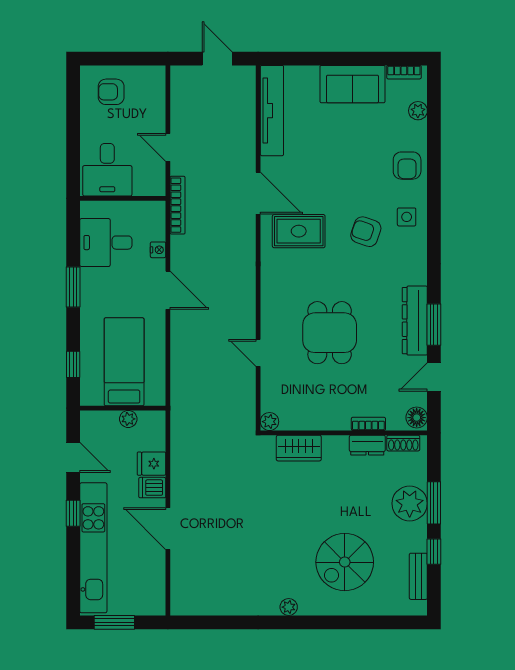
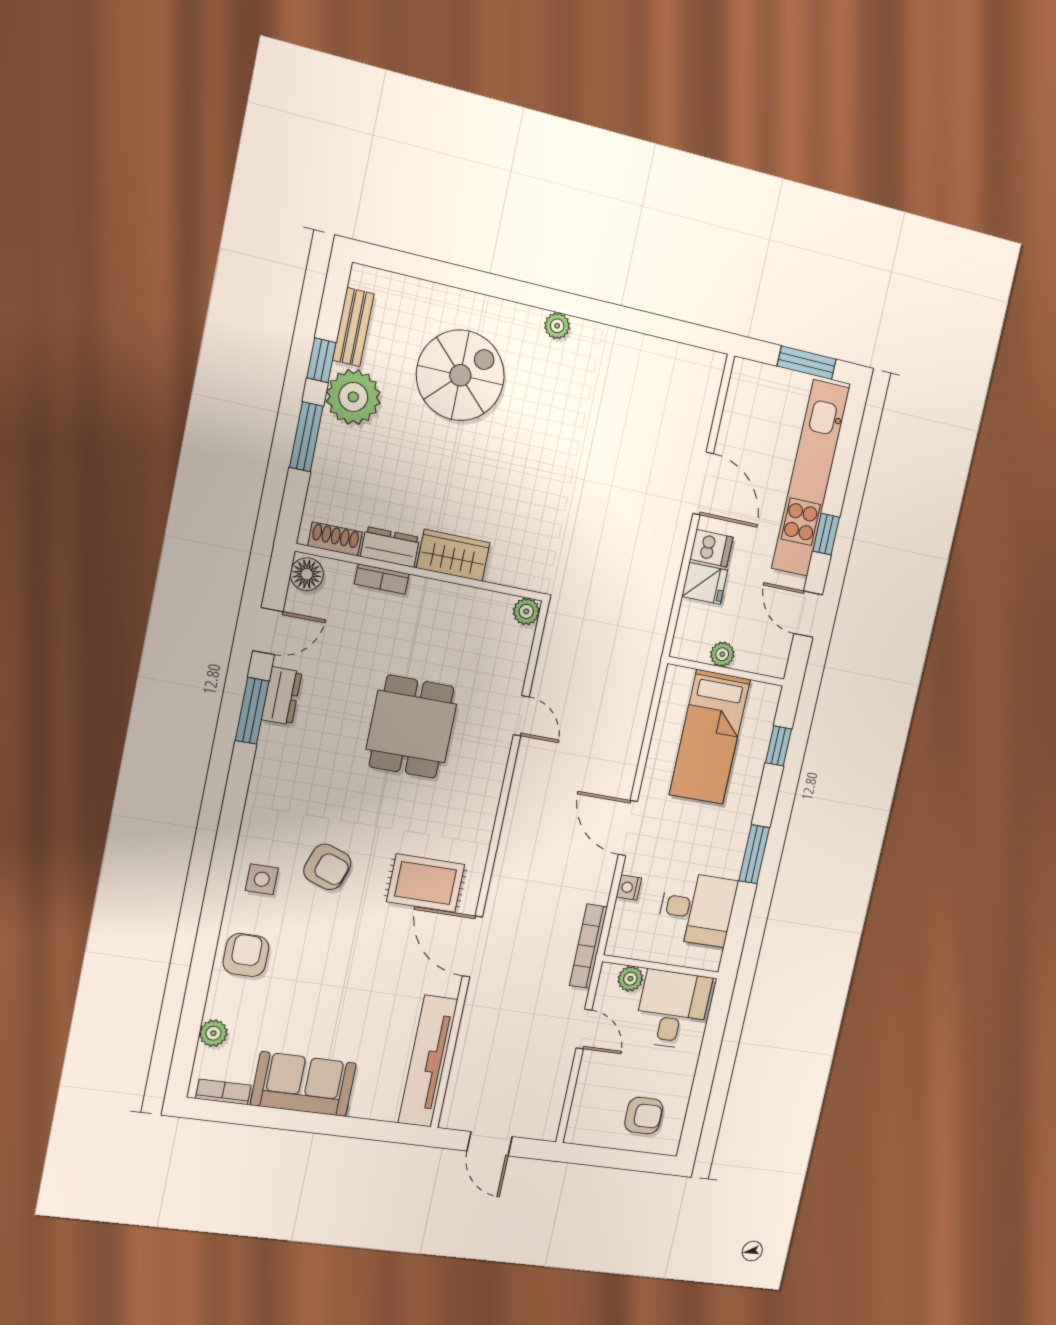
plant: (143, 187) -> (630, 979), added
dresser: (415, 321) -> (282, 696), width x0.51, depth x0.80
wardrobe: (299, 448) -> (453, 555), moved
plant: (410, 503) -> (353, 397), moved

